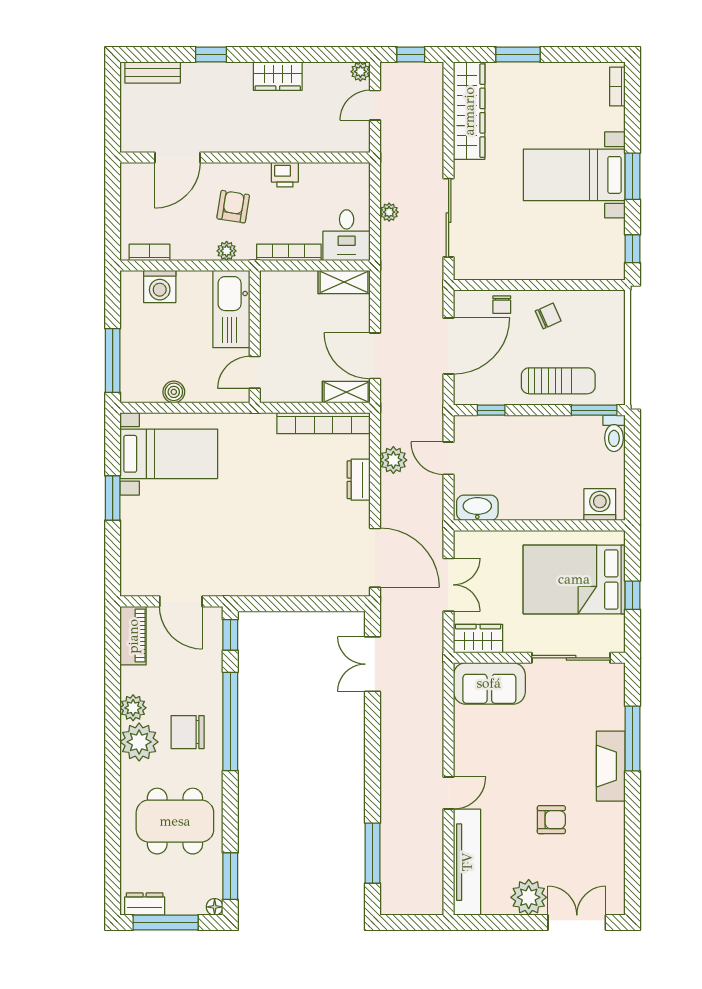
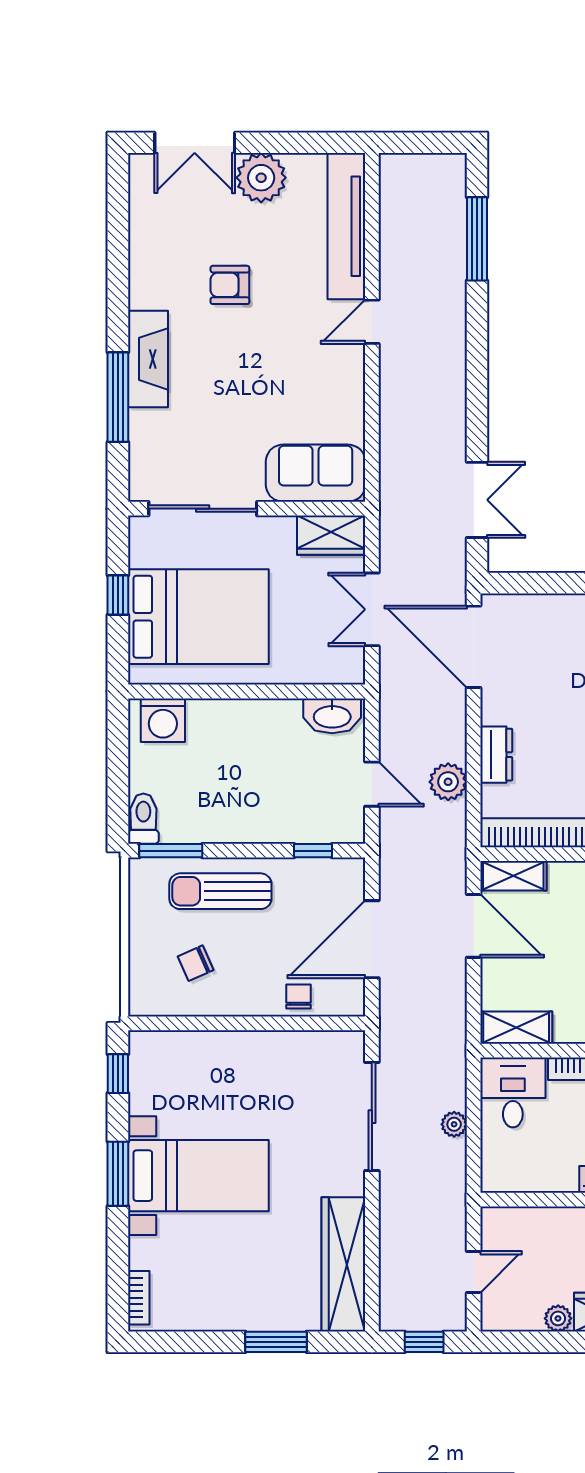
plant: (360, 72) -> (558, 1318), moved
chair: (548, 316) -> (196, 963), moved

